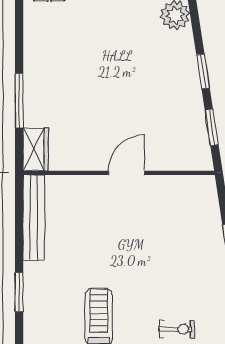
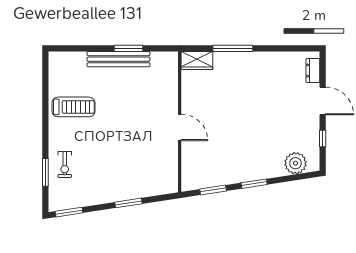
bench: (34, 217) -> (118, 59), moved
window: (19, 292) -> (128, 48), moved

